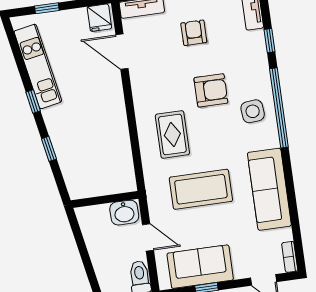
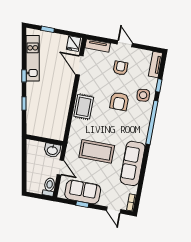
armchair: (211, 90) -> (119, 101), turned 90
side table: (253, 111) -> (143, 95), moved
rug: (172, 134) -> (84, 107), moved

